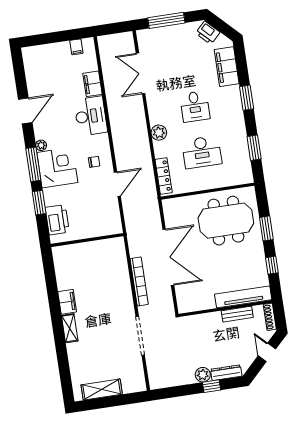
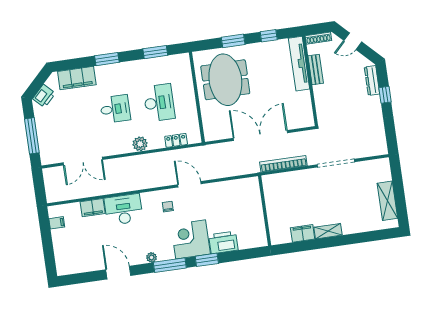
corner desk: (57, 168) -> (191, 239), moved
locker: (164, 176) -> (176, 140), width x0.66
wall: (87, 240) -> (265, 211), moved
plant: (203, 375) -> (374, 103), removed

